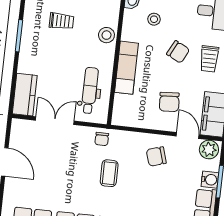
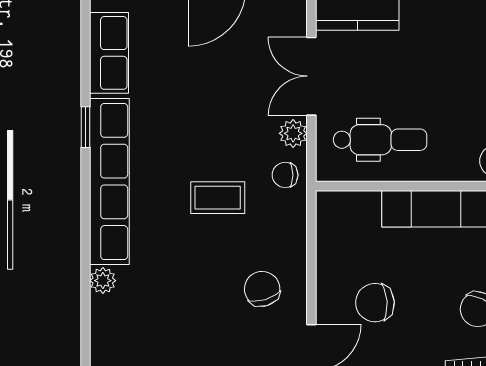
double door: (55, 121) -> (311, 76), swing flipped
plant: (82, 133) -> (293, 133), added

